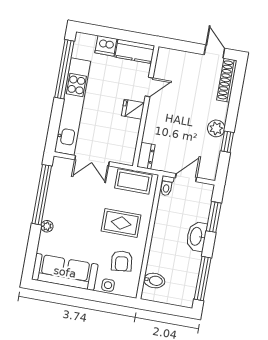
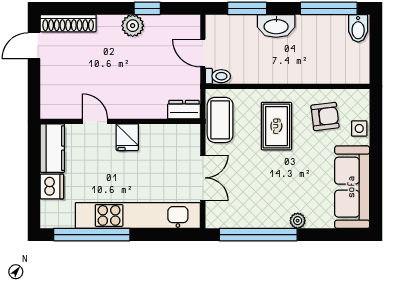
bidet: (154, 281) -> (358, 28), moved, turned 180

